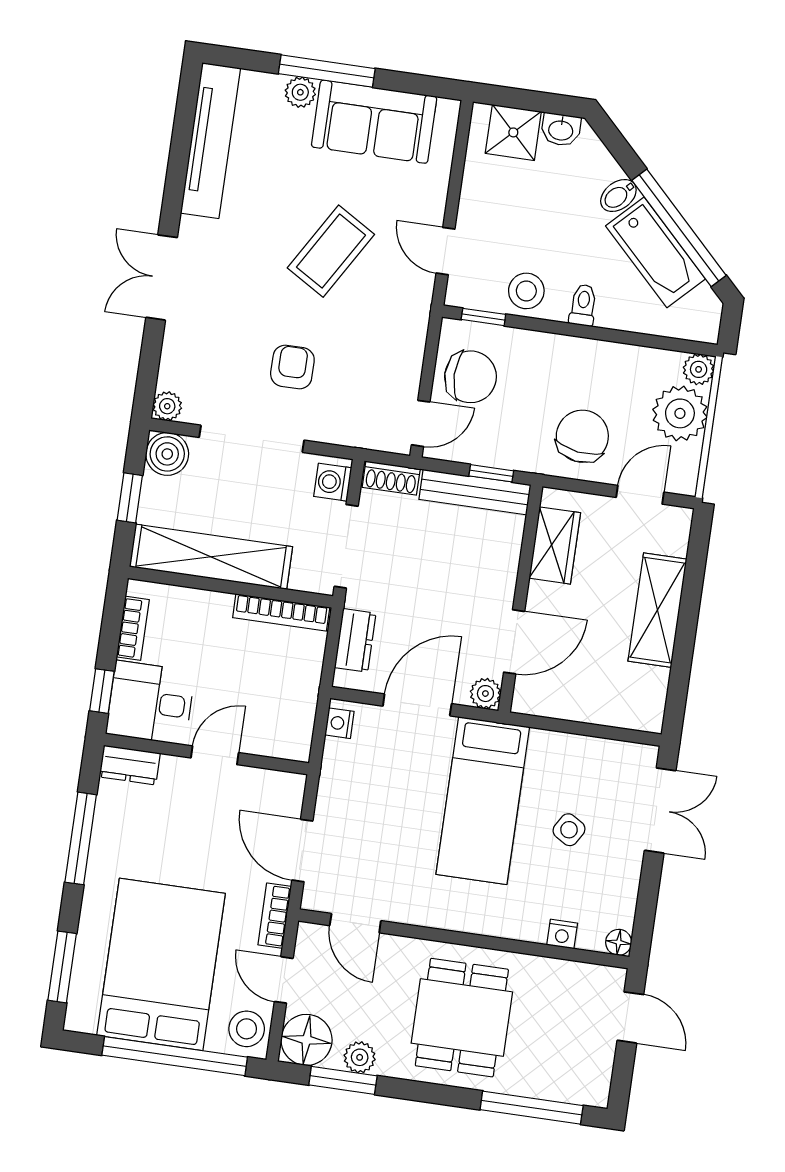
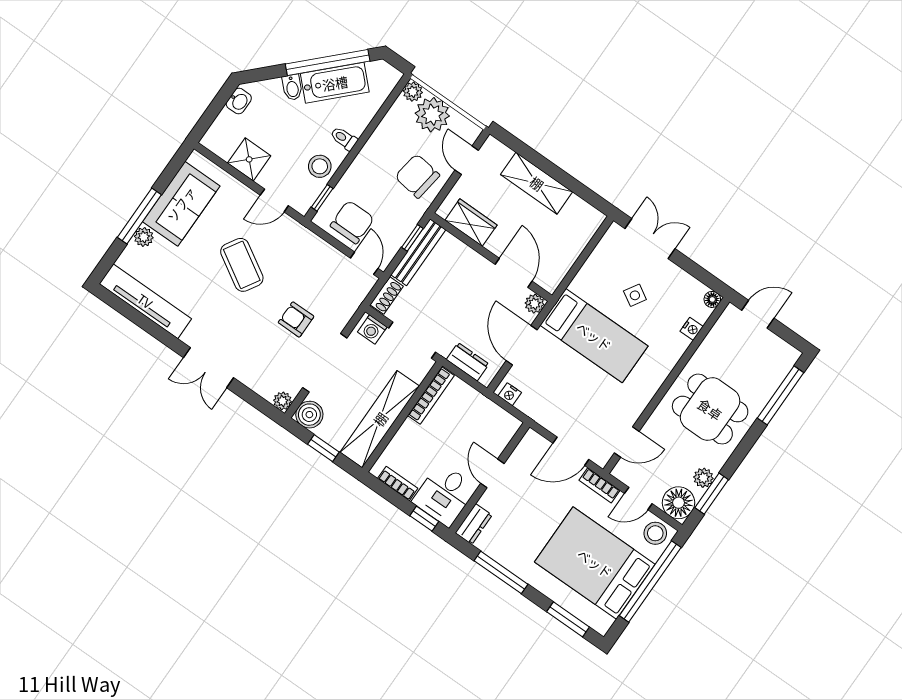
shower: (513, 132) -> (249, 159), moved

